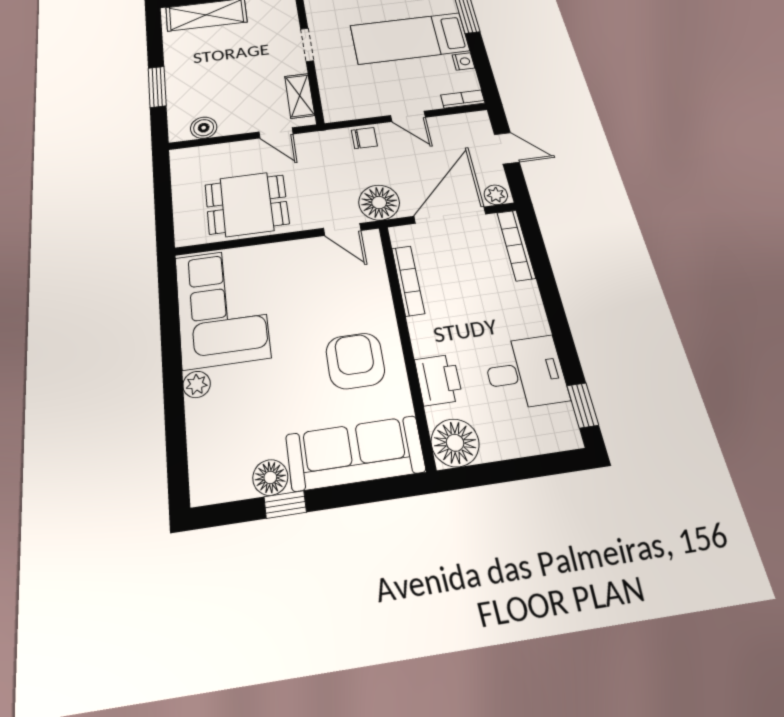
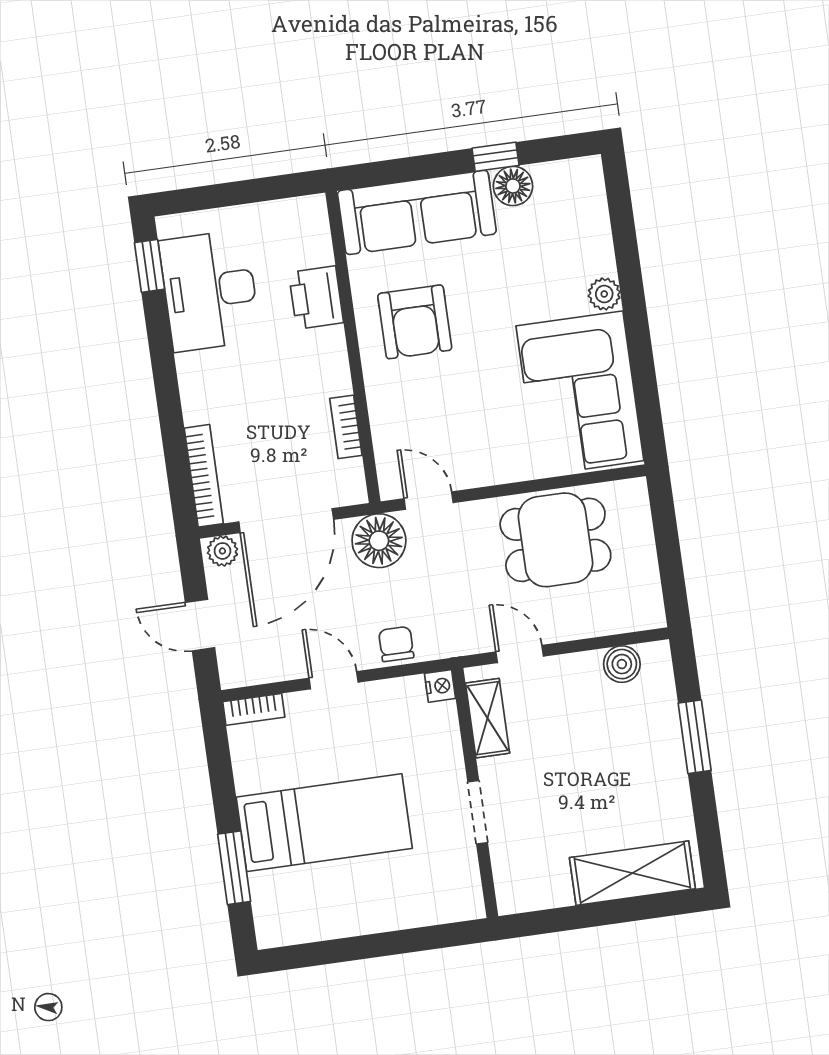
nightstand: (463, 61) -> (440, 686), moved, turned 180
chair: (364, 138) -> (396, 644), turned 90
bookcase: (408, 281) -> (346, 427), width x0.64
desk: (525, 373) -> (210, 291), width x1.37
floor lamp: (455, 443) -> (302, 223), removed

